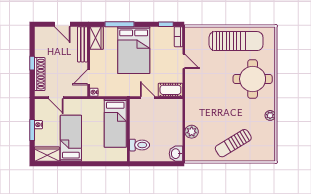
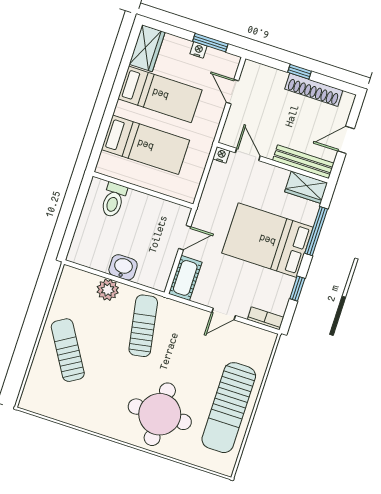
window: (166, 24) -> (297, 289), moved
shoe rack: (40, 74) -> (314, 90), moved
door: (56, 98) -> (232, 92), hinge flipped
sun lounger: (205, 105) -> (143, 326), added
plant: (270, 115) -> (93, 423), removed
bed: (115, 123) -> (145, 145), moved, turned 180
window: (32, 130) -> (210, 43), moved
washbasin: (176, 154) -> (123, 267), moved

